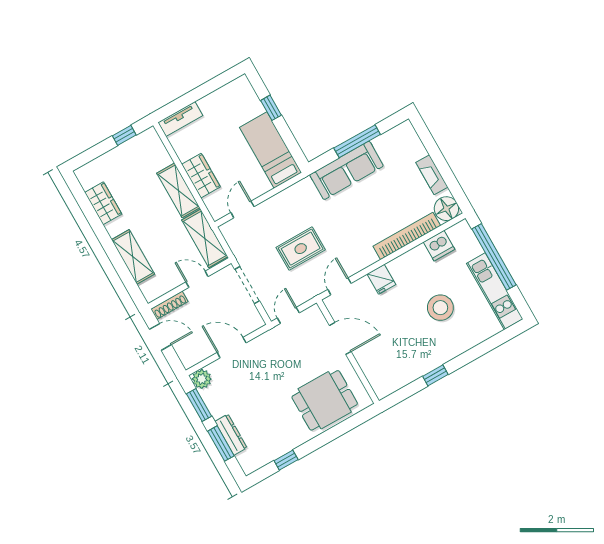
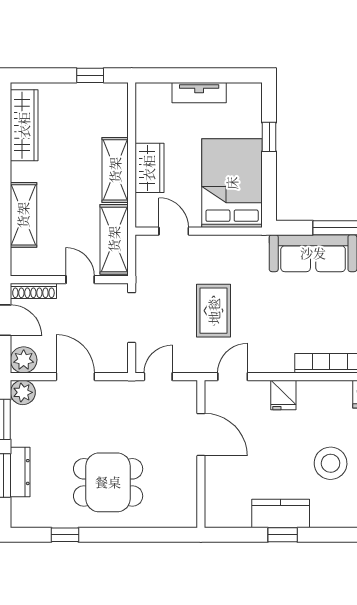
tv unit: (180, 119) -> (199, 93), moved
bed: (271, 150) -> (232, 183), width x1.50
wardrobe: (103, 203) -> (24, 125), width x1.50
door: (242, 210) -> (174, 231), hinge flipped
rug: (301, 249) -> (214, 311), turned 90
plant: (190, 356) -> (24, 360), added
kitchen counter: (426, 361) -> (281, 513), added
dining table: (325, 400) -> (108, 482), moved

